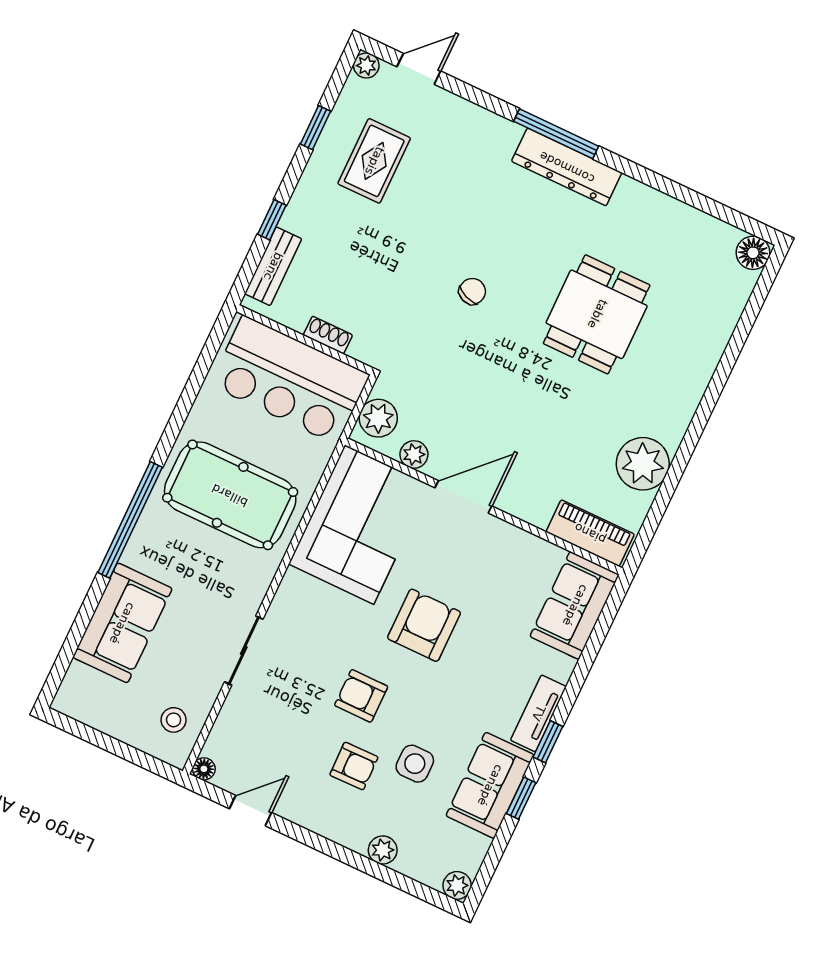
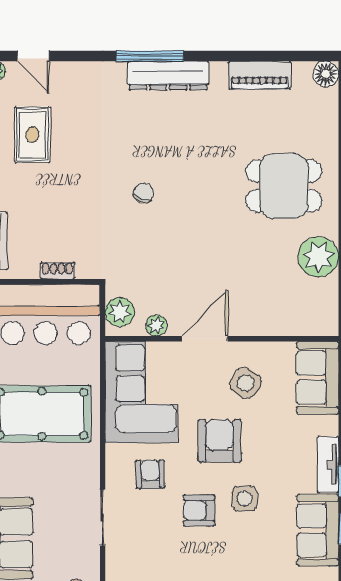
door: (419, 69) -> (33, 56), swing flipped
dining table: (597, 314) -> (284, 186), moved, turned 90
piano: (590, 533) -> (260, 75), moved, turned 180
side table: (487, 572) -> (246, 383), added
side table: (415, 764) -> (245, 499), moved
armchair: (354, 766) -> (150, 474), moved, turned -90

